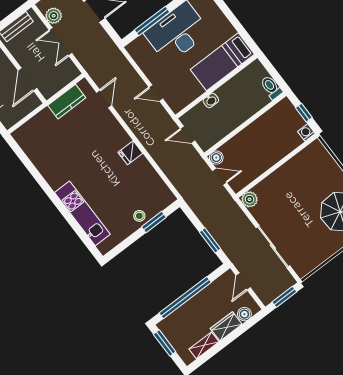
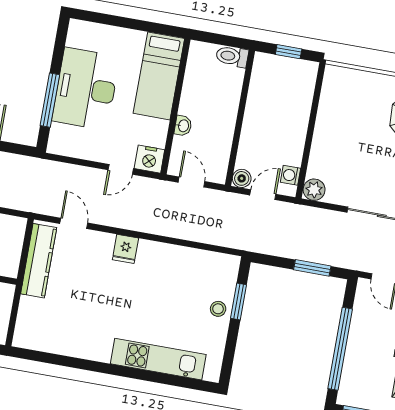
kitchen counter: (67, 102) -> (39, 261), width x1.50
nightstand: (176, 102) -> (149, 159), added
washing machine: (306, 133) -> (291, 175), moved
door: (188, 135) -> (191, 182), swing flipped
fridge: (130, 153) -> (125, 249), moved

